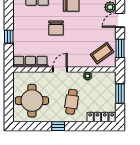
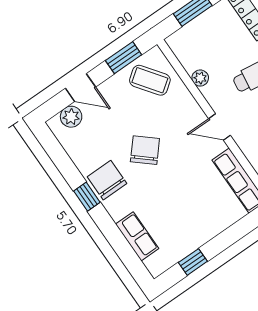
chair: (56, 28) -> (145, 150), moved, turned -49
window: (9, 37) -> (193, 262), moved

